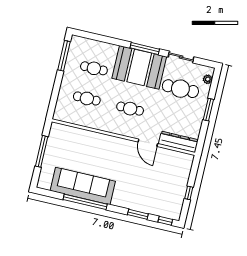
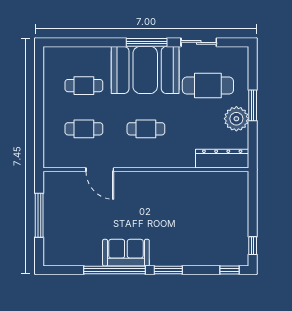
window: (64, 56) -> (39, 78), removed
plant: (208, 79) -> (236, 119), moved, width x1.87, depth x1.87
door: (148, 143) -> (100, 170), moved
sofa: (83, 186) -> (126, 253), width x0.54, depth x0.79
window: (189, 193) -> (253, 246), moved
window: (138, 214) -> (168, 270), moved

